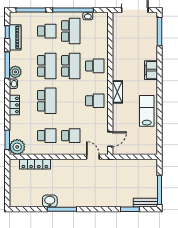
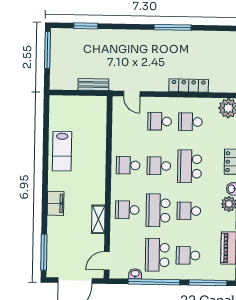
school desk: (47, 66) -> (189, 211), width x0.54
shelving: (117, 92) -> (98, 219), moved
school desk: (71, 101) -> (159, 166), added
door: (110, 139) -> (107, 261), moved
locker: (35, 164) -> (189, 86), moved
washbasin: (50, 201) -> (188, 38), removed
bench: (145, 203) -> (93, 85), moved

